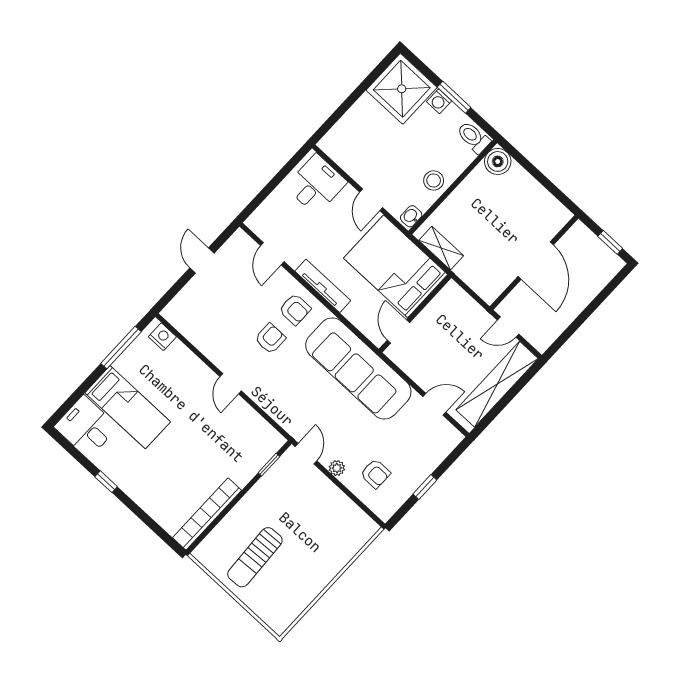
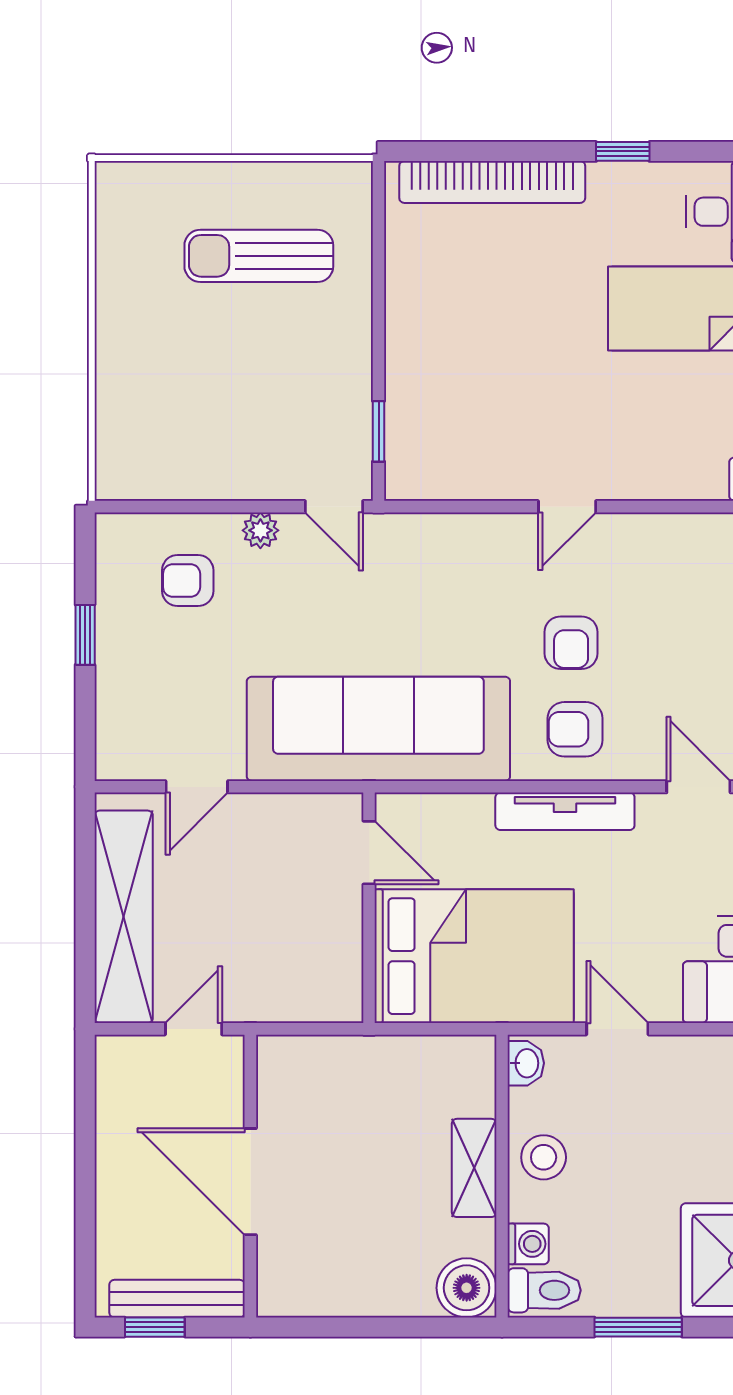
washing machine: (439, 101) -> (528, 1244), moved, turned 90
bench: (594, 245) -> (177, 1299), added
shelving: (441, 248) -> (474, 1168), moved, turned 90
door: (231, 384) -> (567, 507), swing flipped
bookcase: (207, 514) -> (492, 182), moved, turned 90
sun lounger: (255, 557) -> (259, 256), turned -87

